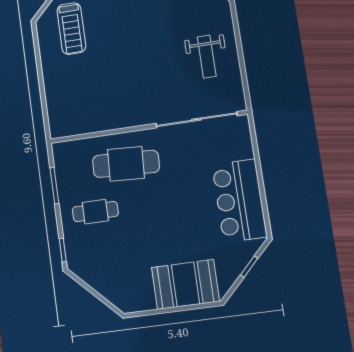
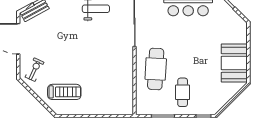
booth: (185, 284) -> (234, 63), moved

